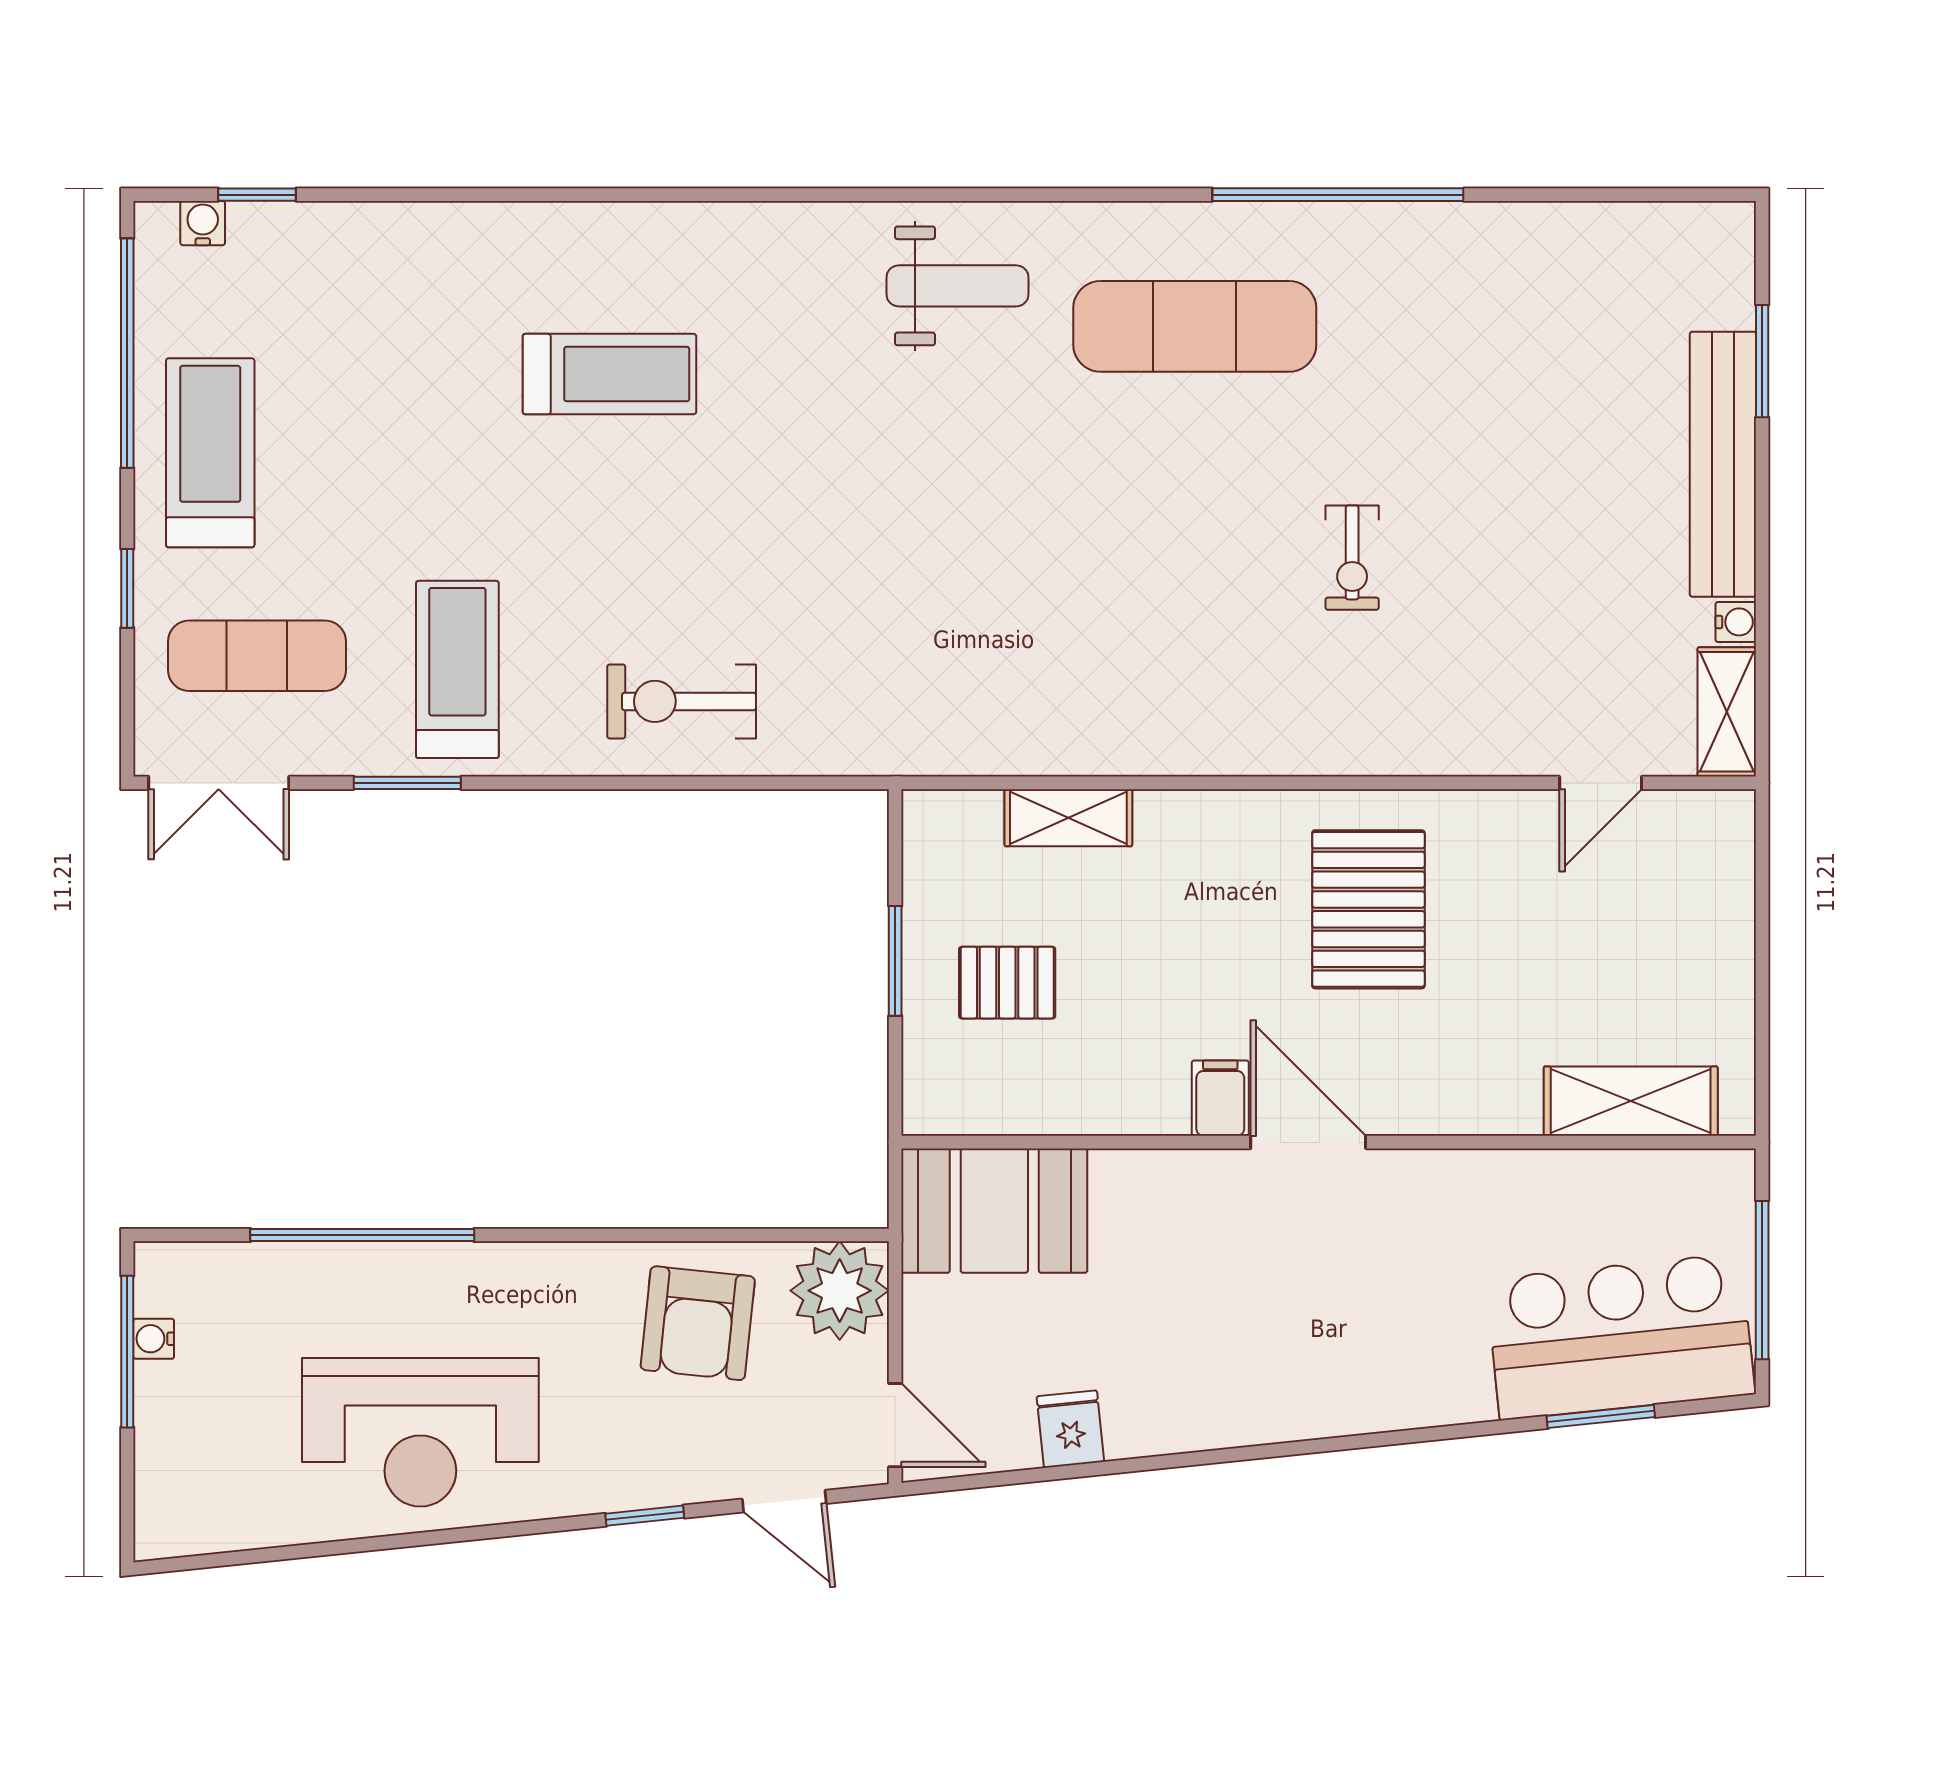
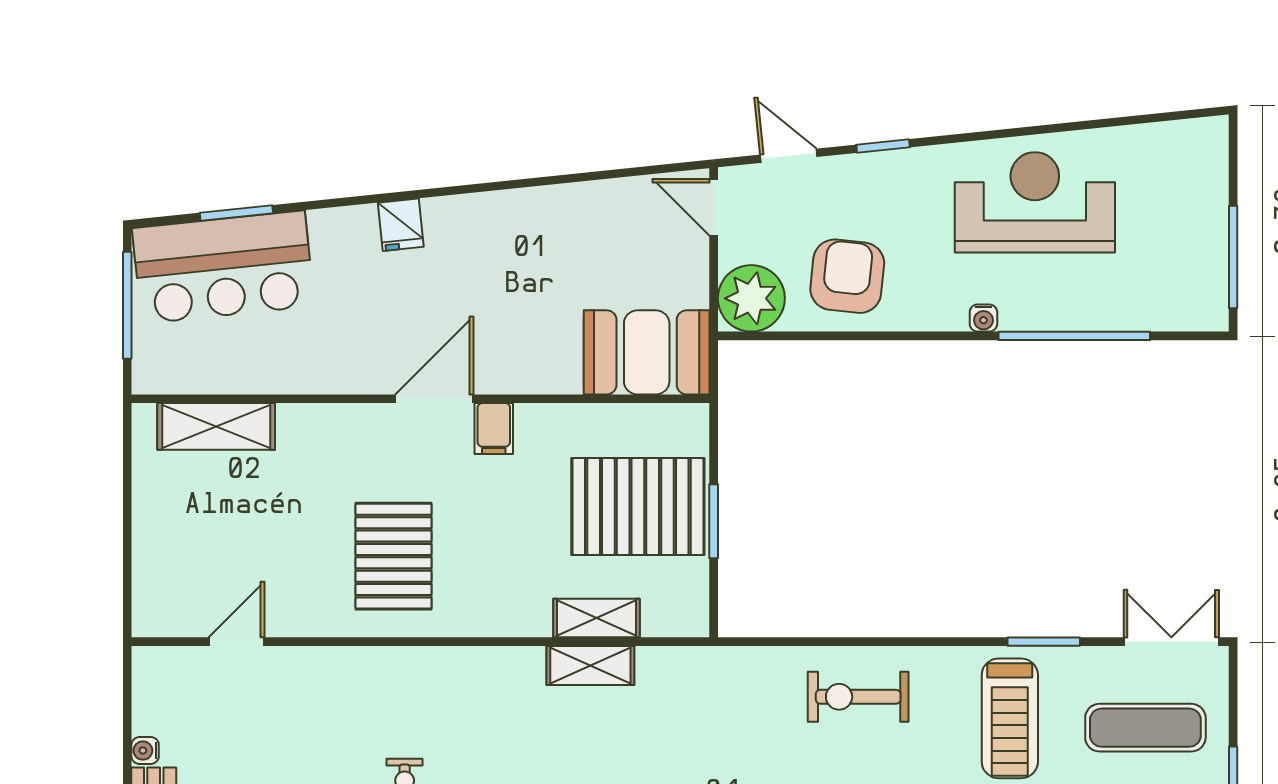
exercise bike: (682, 701) -> (858, 697), turned 180
shelving: (1727, 712) -> (590, 666), moved, turned 90
pallet: (1007, 983) -> (638, 507), width x2.05, depth x2.00
door: (1308, 1142) -> (434, 399), swing flipped
water cooler: (154, 1339) -> (983, 318), moved, turned 90
fridge: (1070, 1429) -> (401, 225), moved

